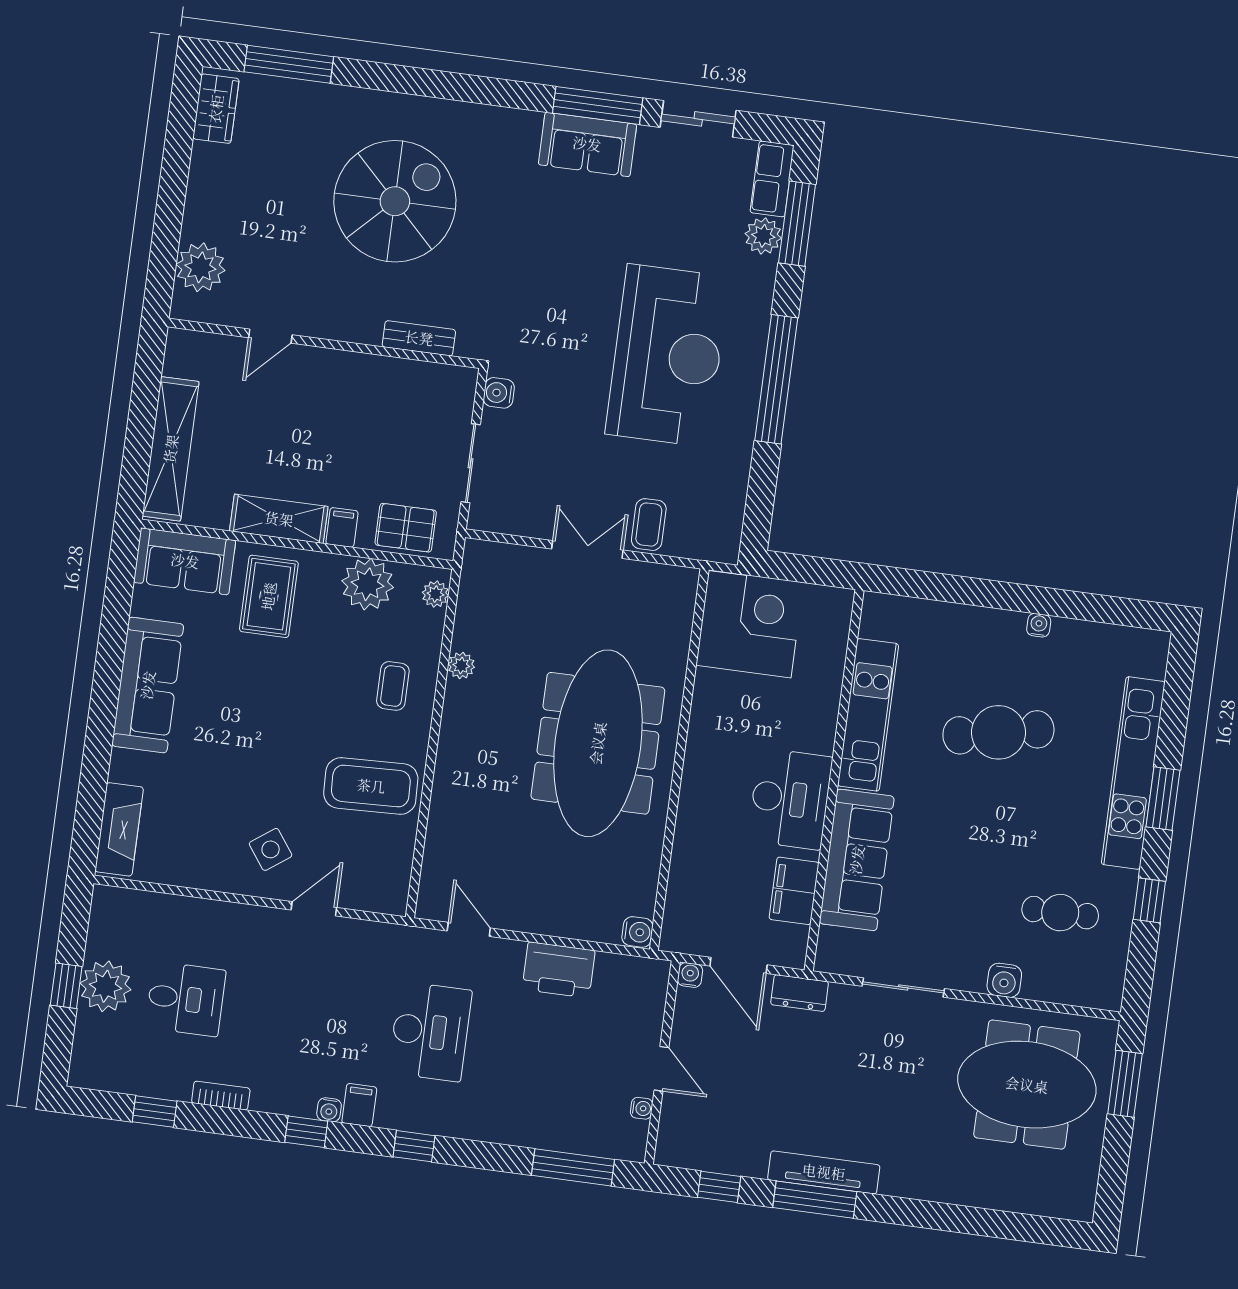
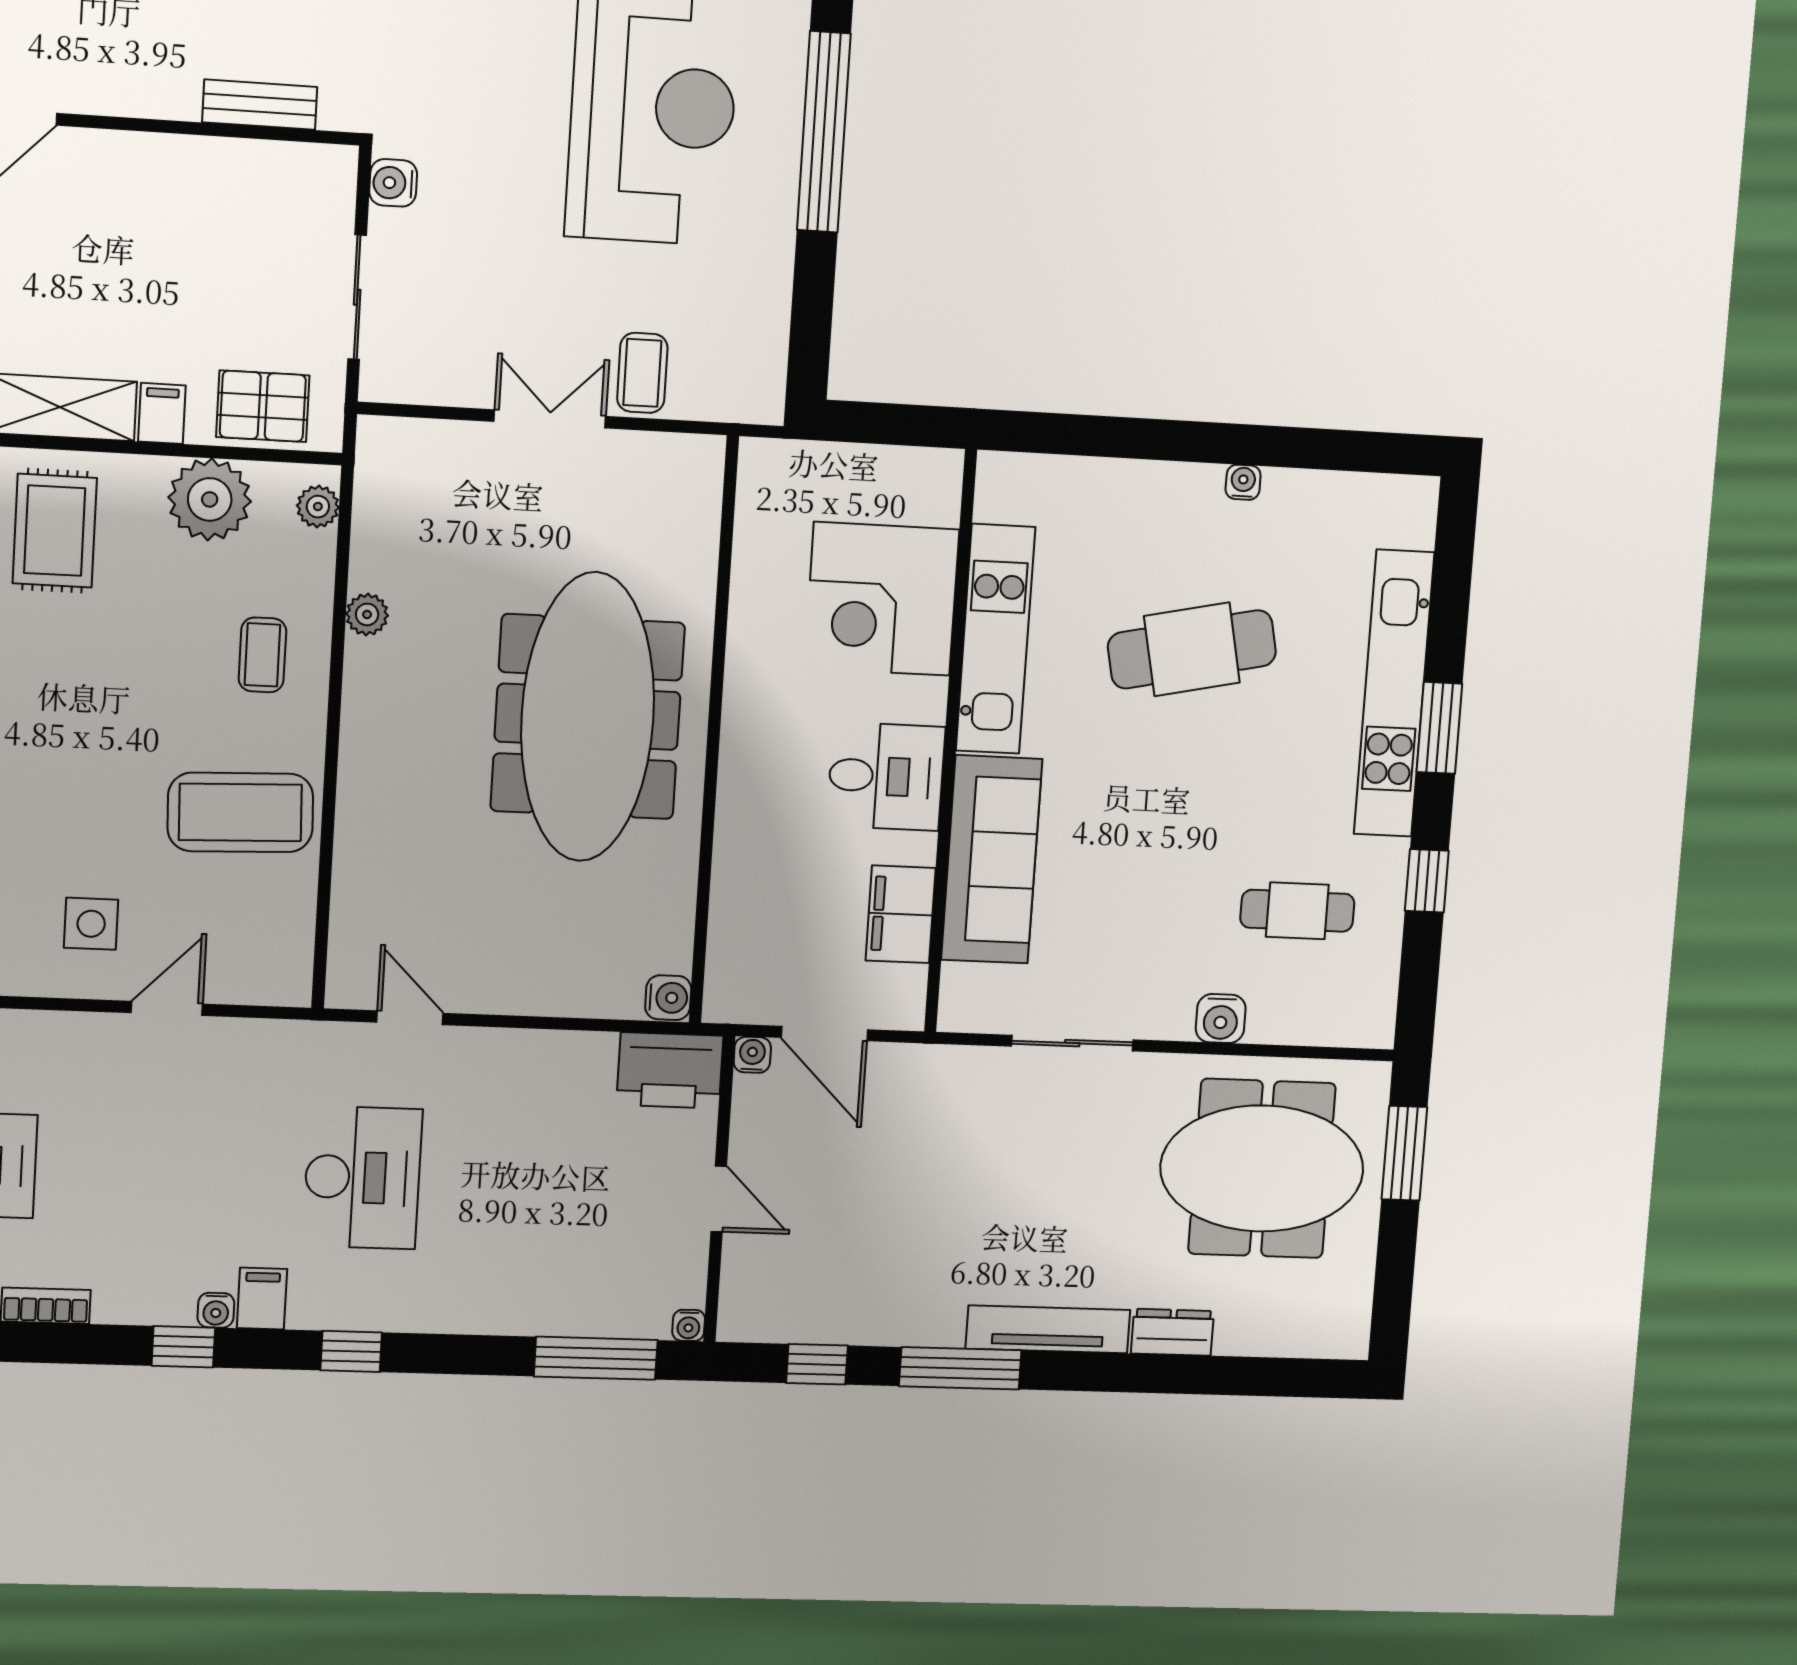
corner desk: (750, 624) -> (882, 599), moved, turned 180
desk: (790, 799) -> (886, 776), width x0.73
side table: (271, 849) -> (91, 924), turned 36
printer: (559, 970) -> (670, 1070), moved
dresser: (800, 993) -> (1172, 1332), moved, turned 180
water cooler: (642, 1108) -> (689, 1325), moved, turned 90
tv unit: (824, 1172) -> (1048, 1329), moved

